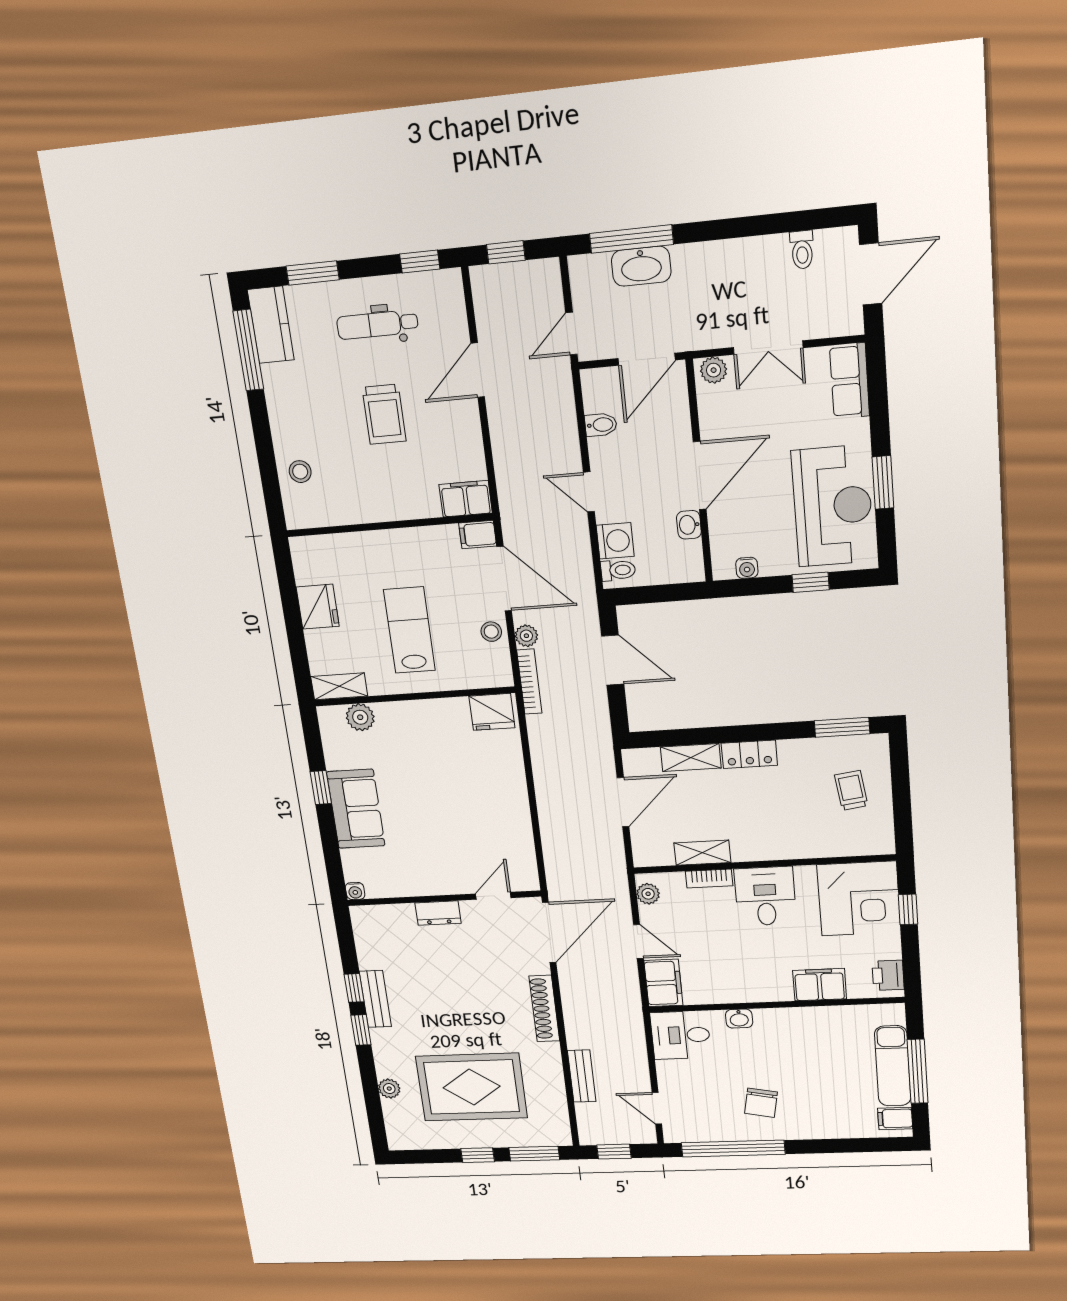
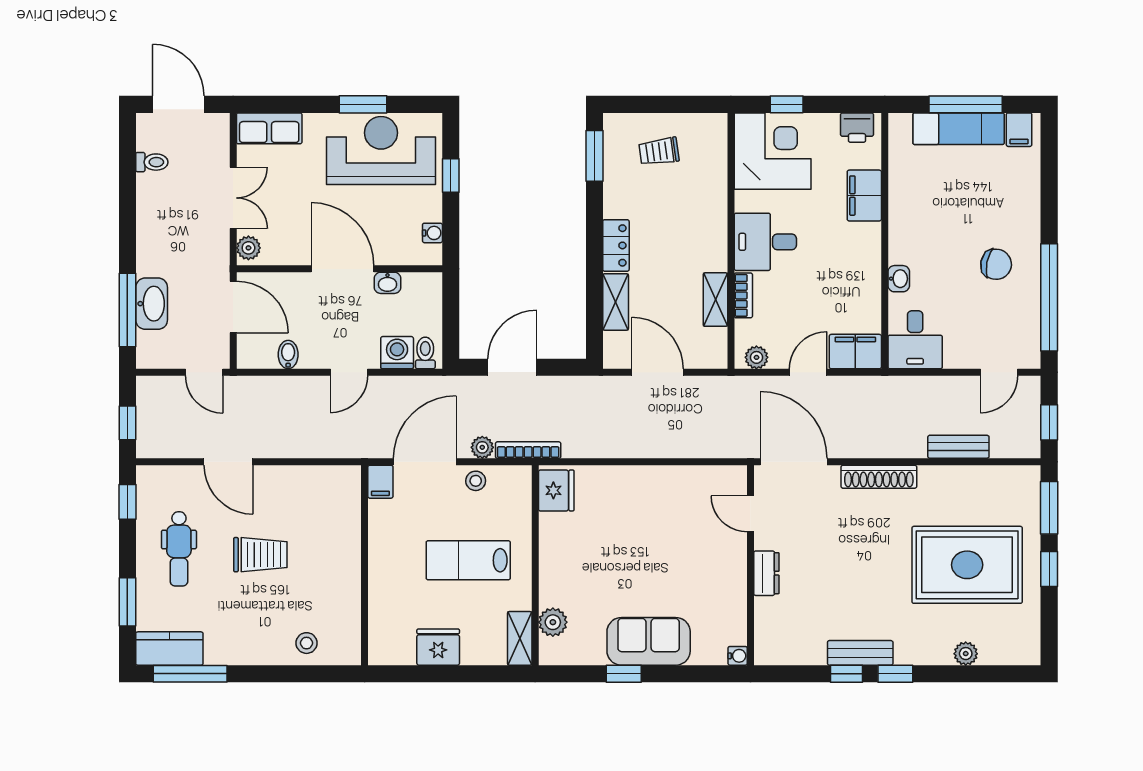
filing cabinet: (466, 499) -> (346, 489), removed
rug: (471, 1087) -> (967, 565), turned 90

